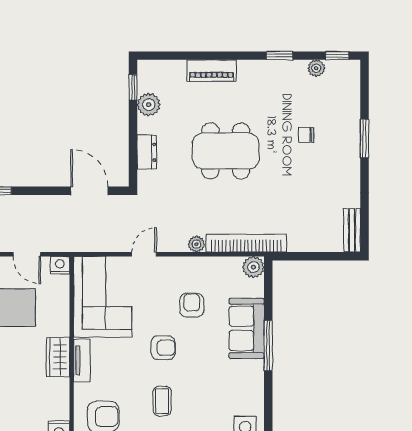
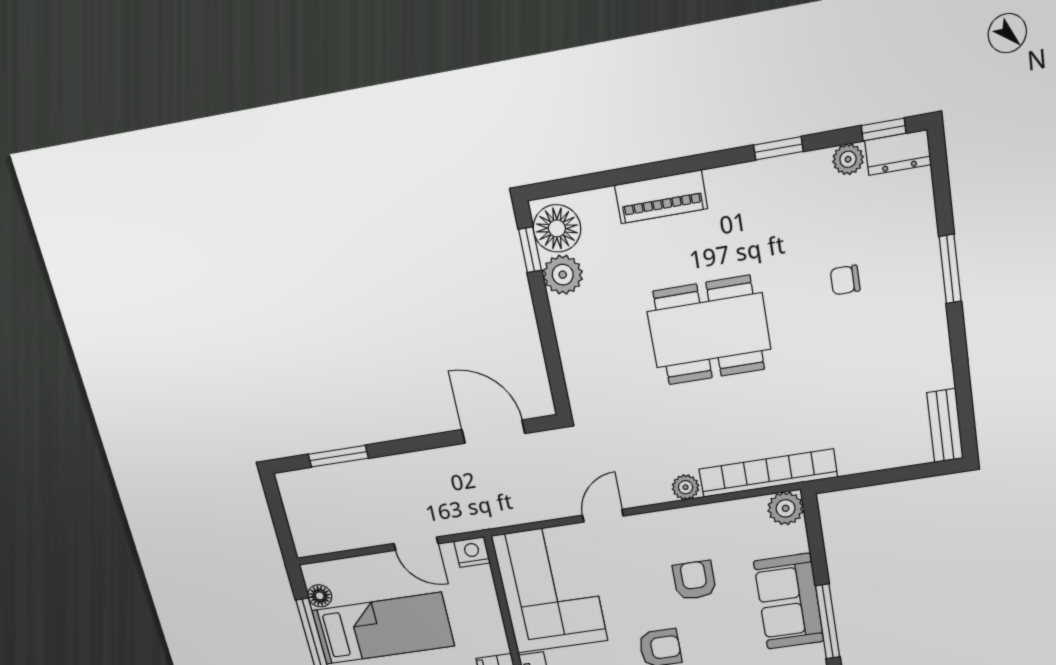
floor lamp: (151, 78) -> (557, 228), added
dresser: (147, 152) -> (898, 153), moved, turned 90

